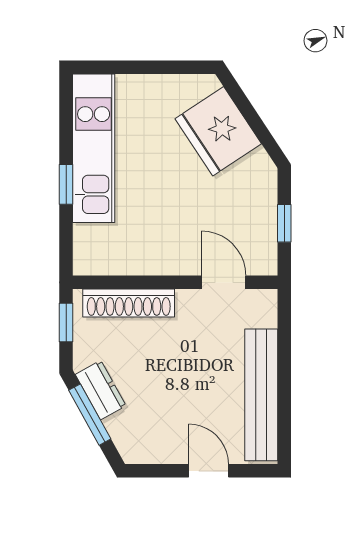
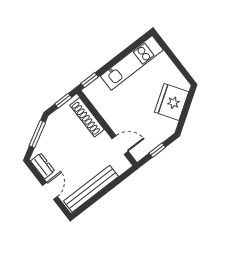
window: (66, 184) -> (90, 80), moved
door: (224, 282) -> (120, 145), hinge flipped
dresser: (101, 390) -> (43, 166), moved, turned -61

